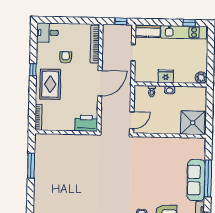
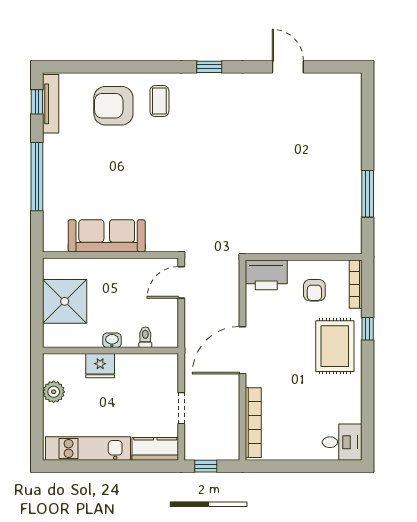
window: (189, 23) -> (78, 466), removed
armchair: (66, 57) -> (314, 290), moved
window: (33, 70) -> (368, 329), moved
fridge: (166, 76) -> (100, 366), moved
plant: (201, 78) -> (54, 392), moved
shower: (193, 123) -> (65, 301), moved
sofa: (196, 180) -> (107, 236), moved, turned -90

